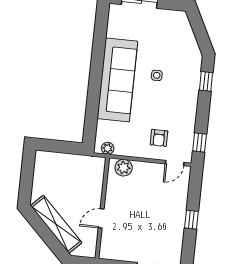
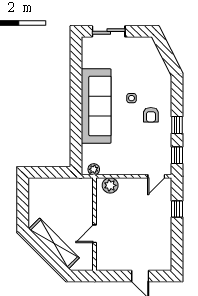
window: (206, 81) -> (177, 125), moved
armchair: (159, 138) -> (151, 115), moved
window: (191, 220) -> (177, 209), moved

